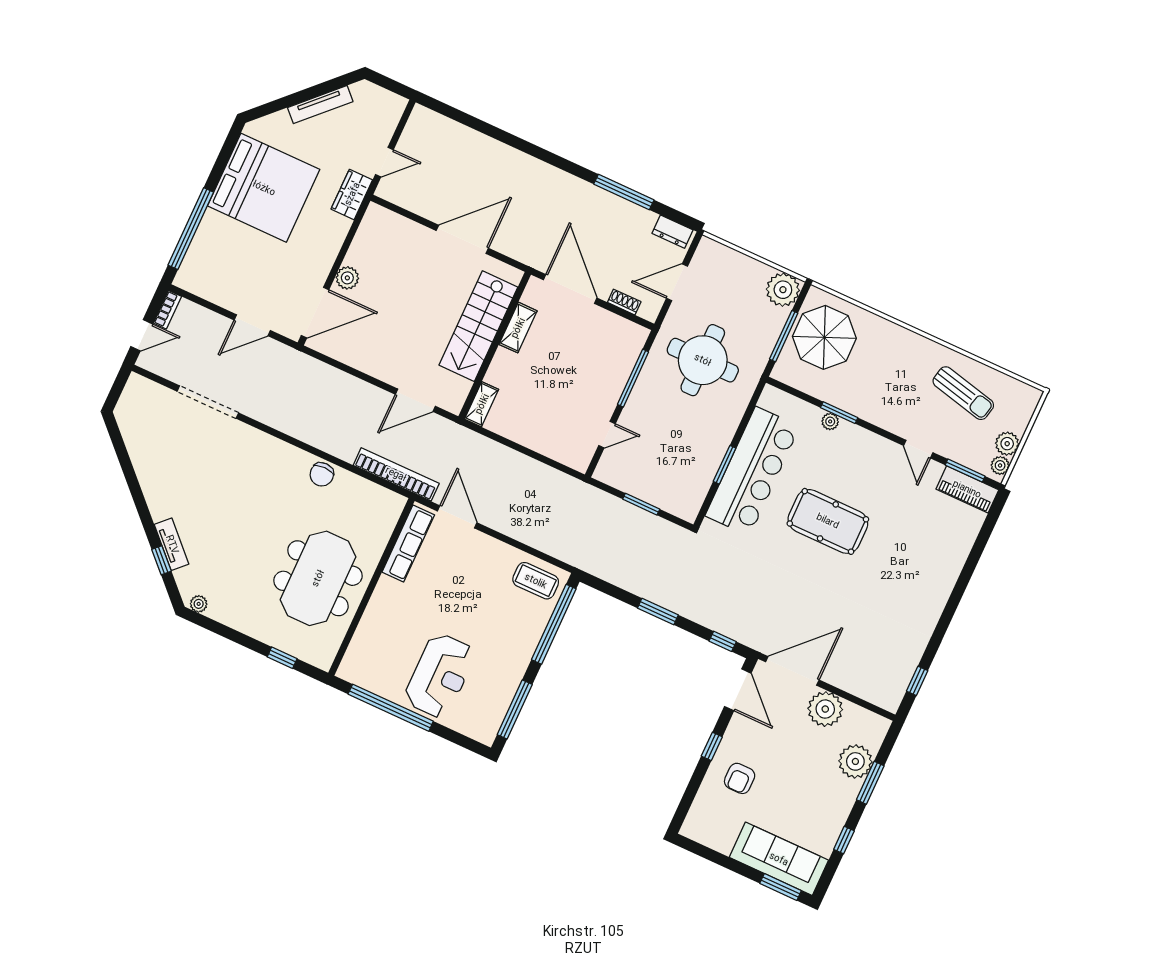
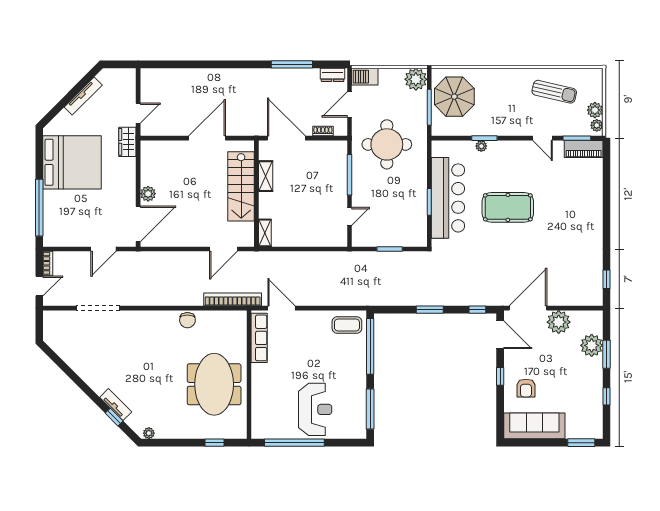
barbecue: (715, 254) -> (365, 77), added
sofa: (779, 859) -> (534, 426), moved

